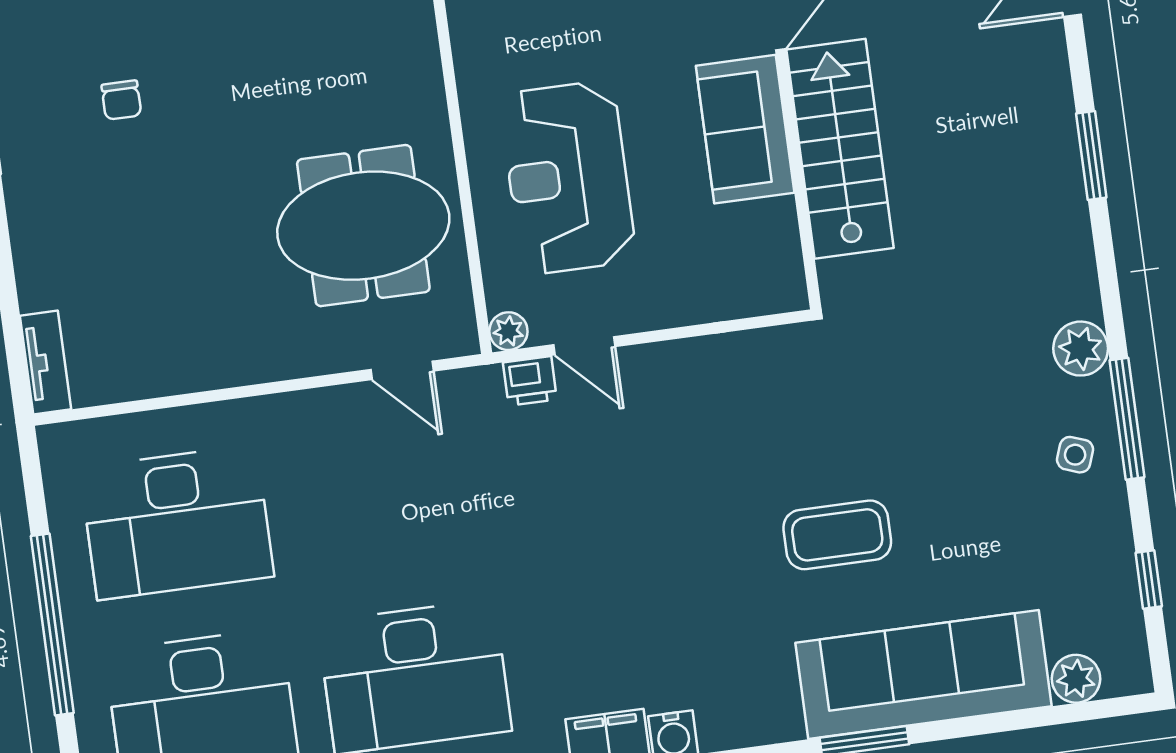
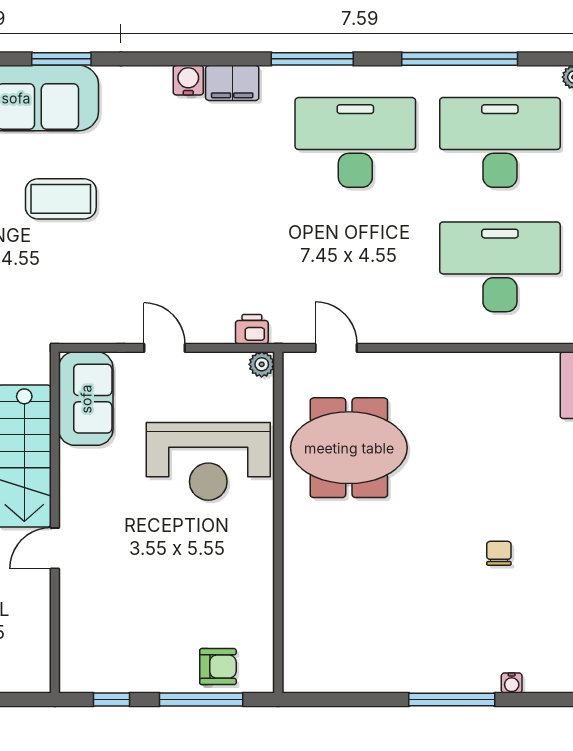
sofa: (745, 129) -> (86, 399), moved
reception desk: (568, 178) -> (208, 461), turned 90
door: (584, 346) -> (164, 348), moved

